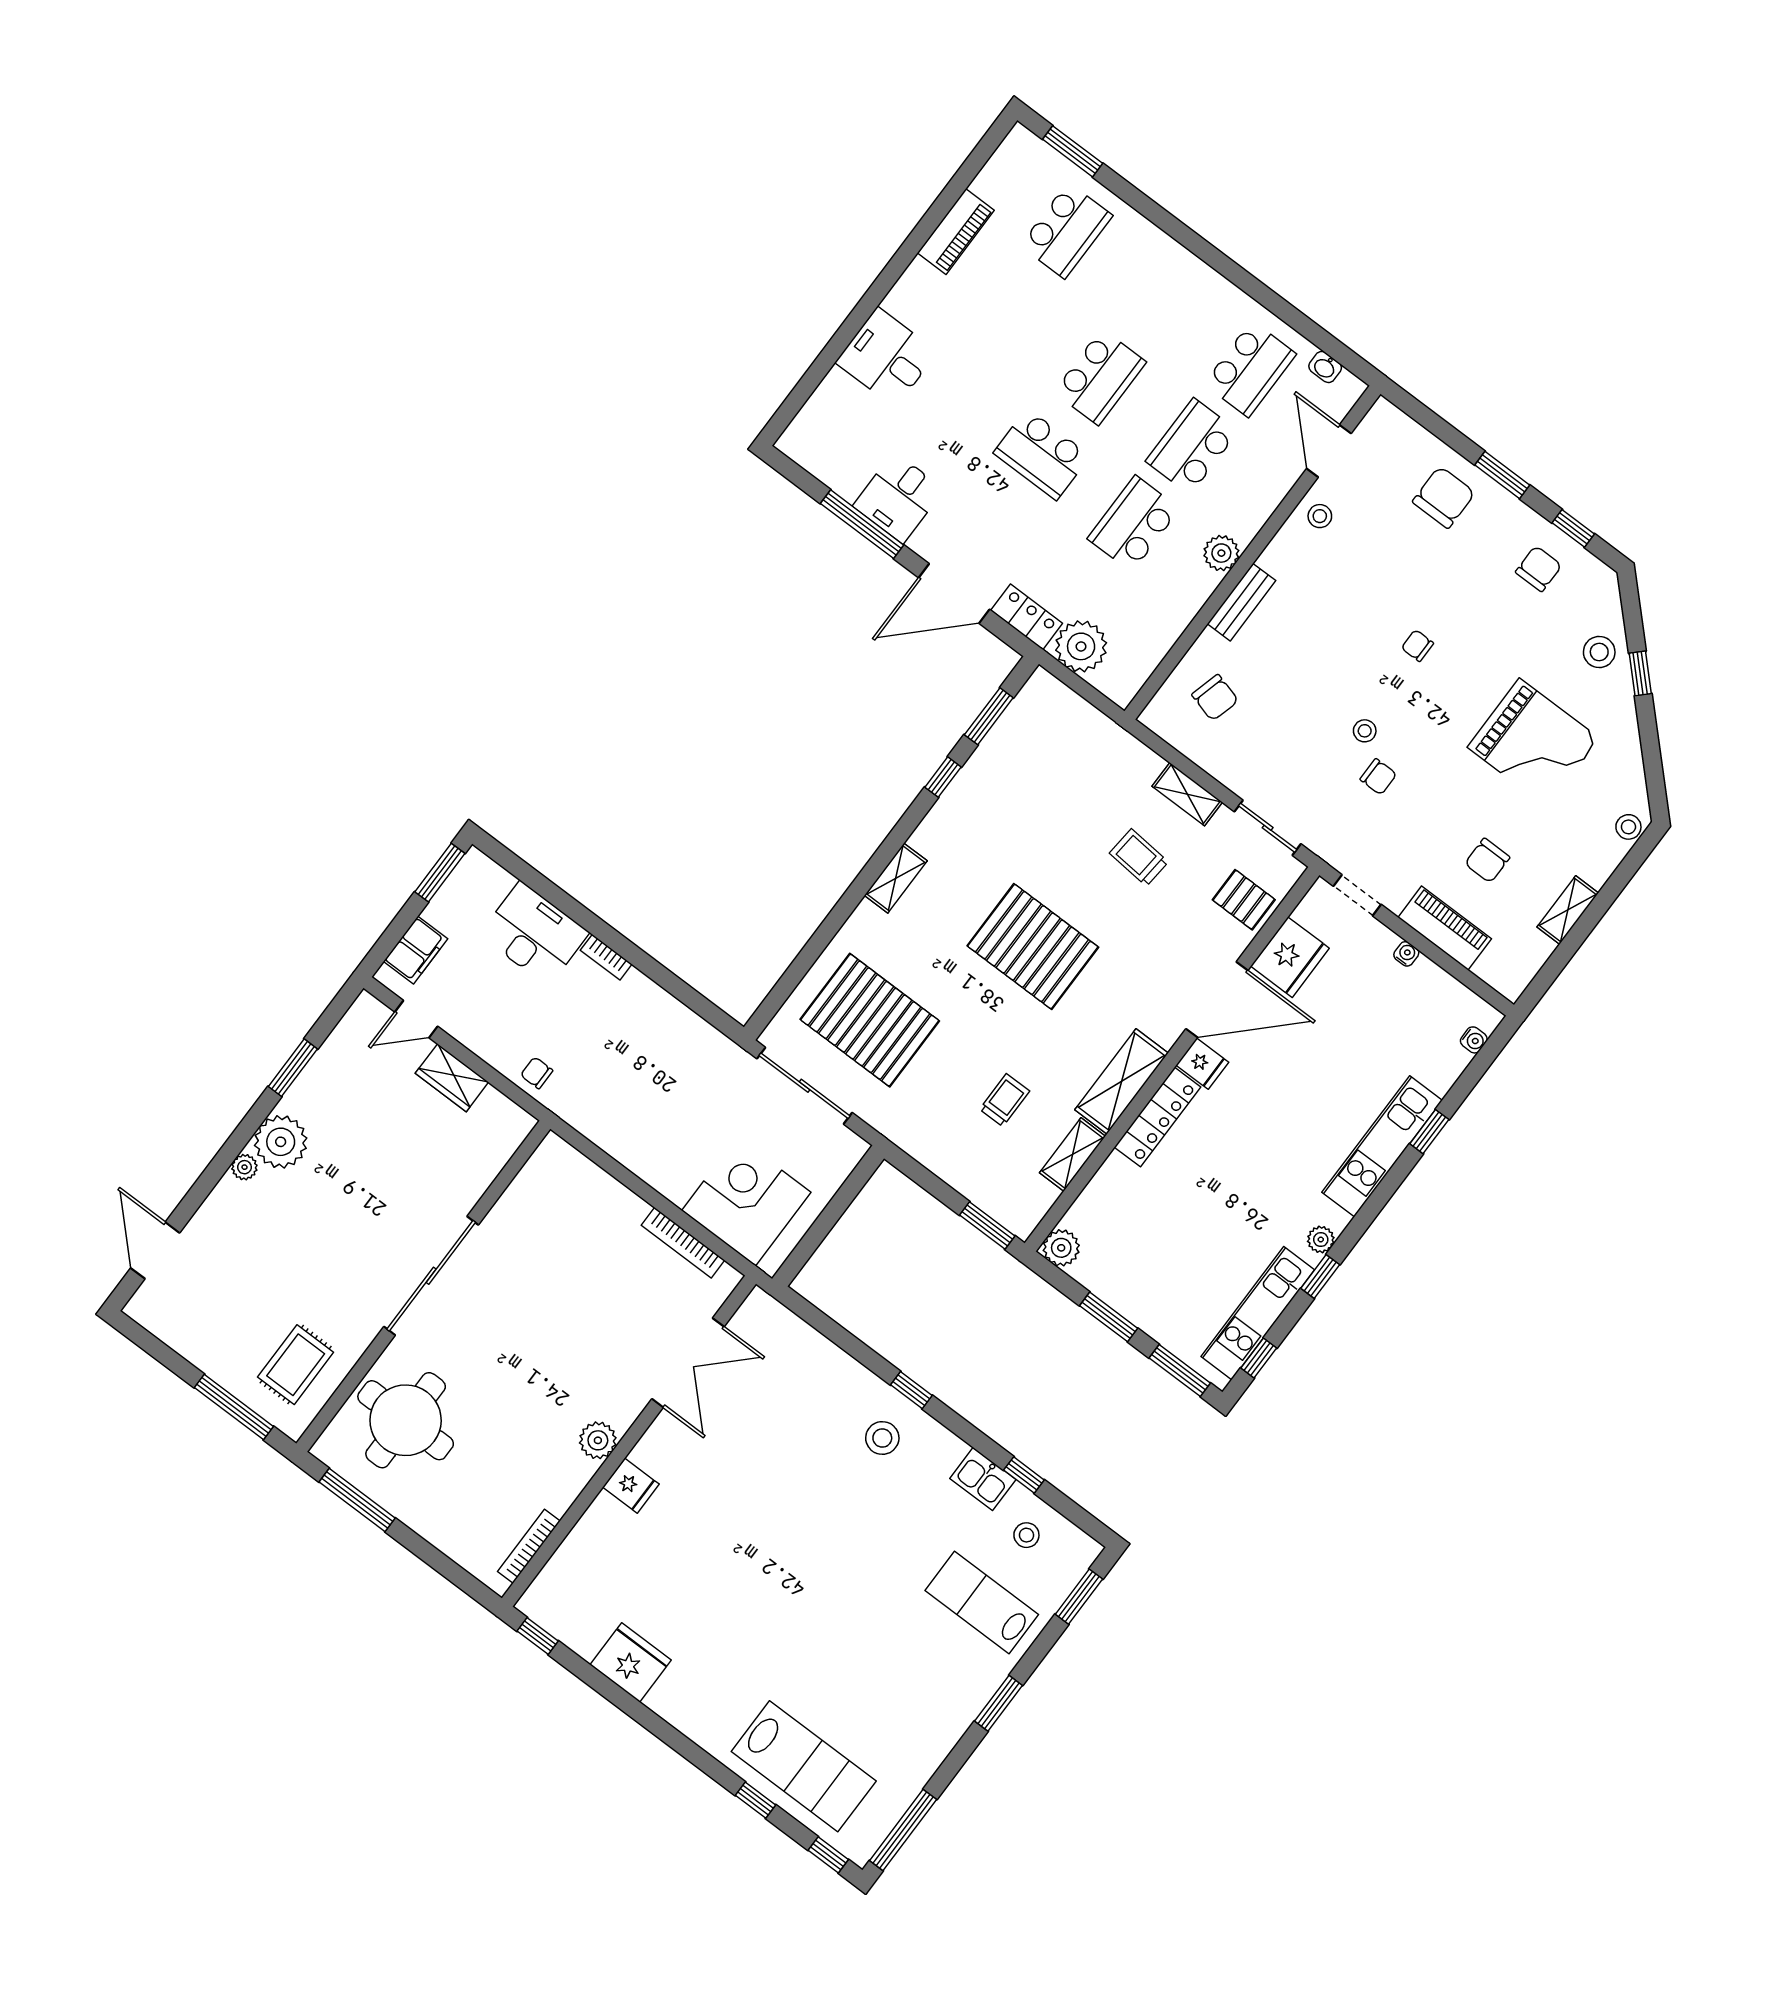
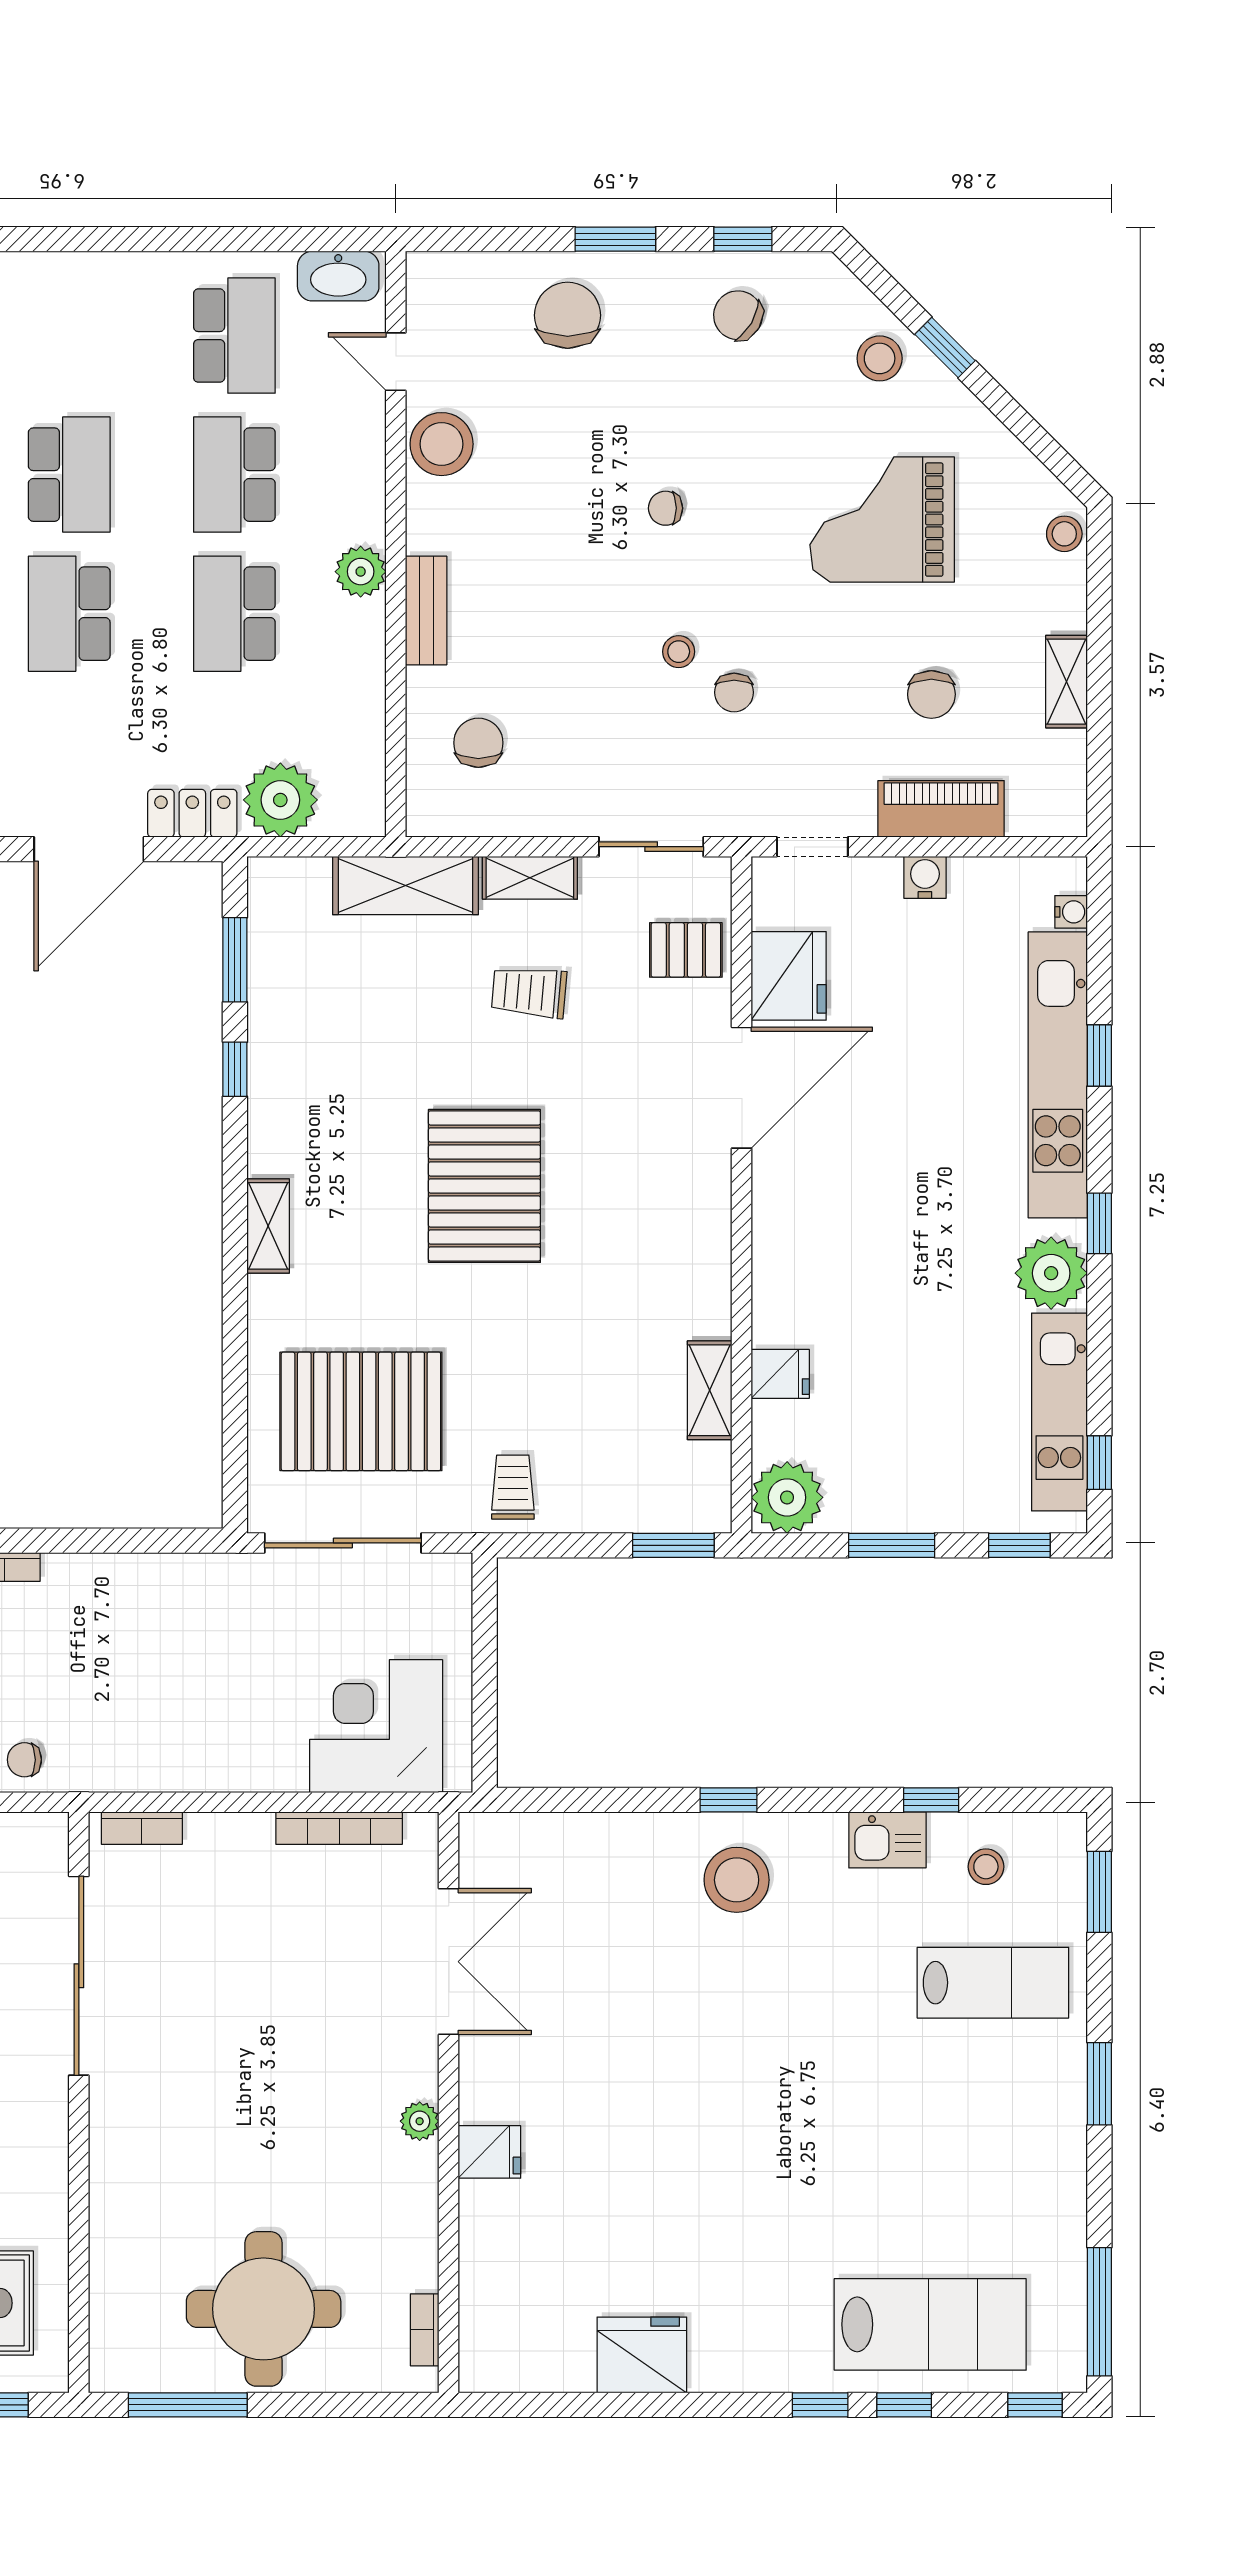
washbasin: (1325, 367) -> (338, 276), width x1.91, depth x1.45
door: (1329, 451) -> (396, 362), width x0.73
school desk: (1042, 454) -> (69, 614), turned 90
stool: (1320, 516) -> (442, 444), width x1.89, depth x1.89
chair: (1539, 569) -> (738, 315), turned -60
chair: (1215, 698) -> (478, 743), turned -105
grand piano: (1533, 743) -> (882, 520), turned 180
chair: (1378, 777) -> (734, 692), turned 90
pallet: (1033, 947) -> (484, 1186), turned 90
water cooler: (1406, 954) -> (925, 877), width x1.38, depth x1.38
fridge: (1202, 1064) -> (780, 1374), moved
shelving: (1121, 1081) -> (405, 885), moved, turned 90
trolley: (1005, 1100) -> (513, 1487), moved
locker: (1157, 1117) -> (775, 1274), removed
kitchen unit: (1382, 1146) -> (1058, 1075), width x1.36
bookcase: (573, 1160) -> (142, 1828), added
plant: (1321, 1239) -> (1051, 1273), width x1.87, depth x1.87
plant: (1061, 1248) -> (787, 1497), width x1.36, depth x1.36
sliding door: (431, 1276) -> (79, 1976), moved
window: (1320, 1276) -> (1099, 1223), moved
window: (1180, 1370) -> (1019, 1545), width x0.67
round table: (406, 1420) -> (264, 2309), moved
stool: (882, 1438) -> (737, 1880), width x1.38, depth x1.38
plant: (598, 1440) -> (420, 2121), width x0.73, depth x0.73
bookcase: (529, 1546) -> (425, 2330), width x0.64
lab bench: (982, 1603) -> (993, 1983), turned 180
window: (538, 1636) -> (820, 2405), moved

